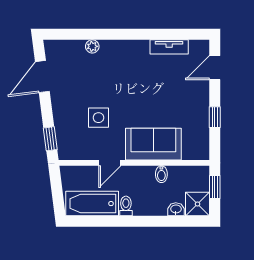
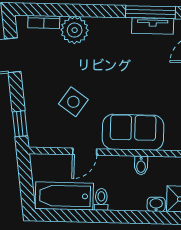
window: (167, 34) -> (151, 12), added
bookcase: (70, 45) -> (44, 22), added
plant: (92, 46) -> (75, 30), width x1.88, depth x1.88
side table: (98, 118) -> (73, 102), turned 35

